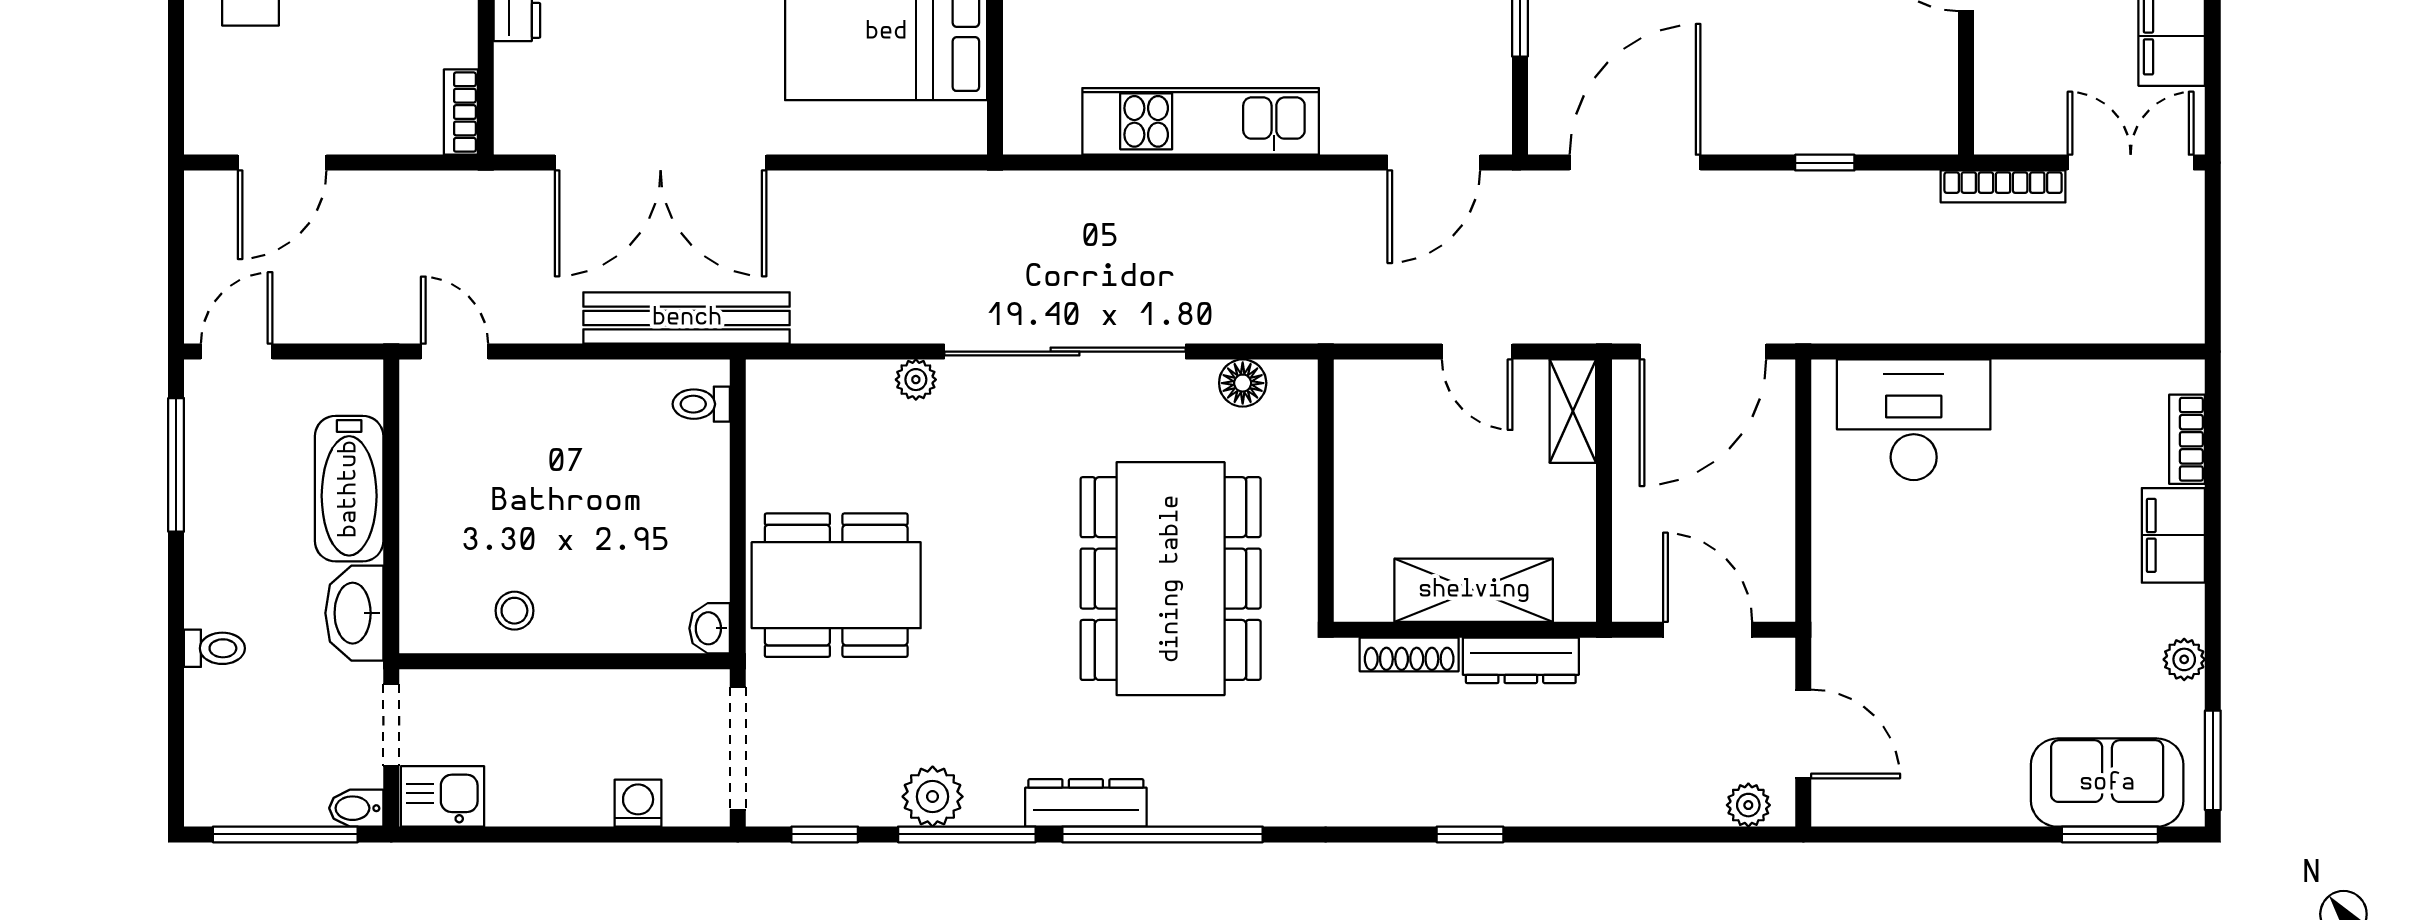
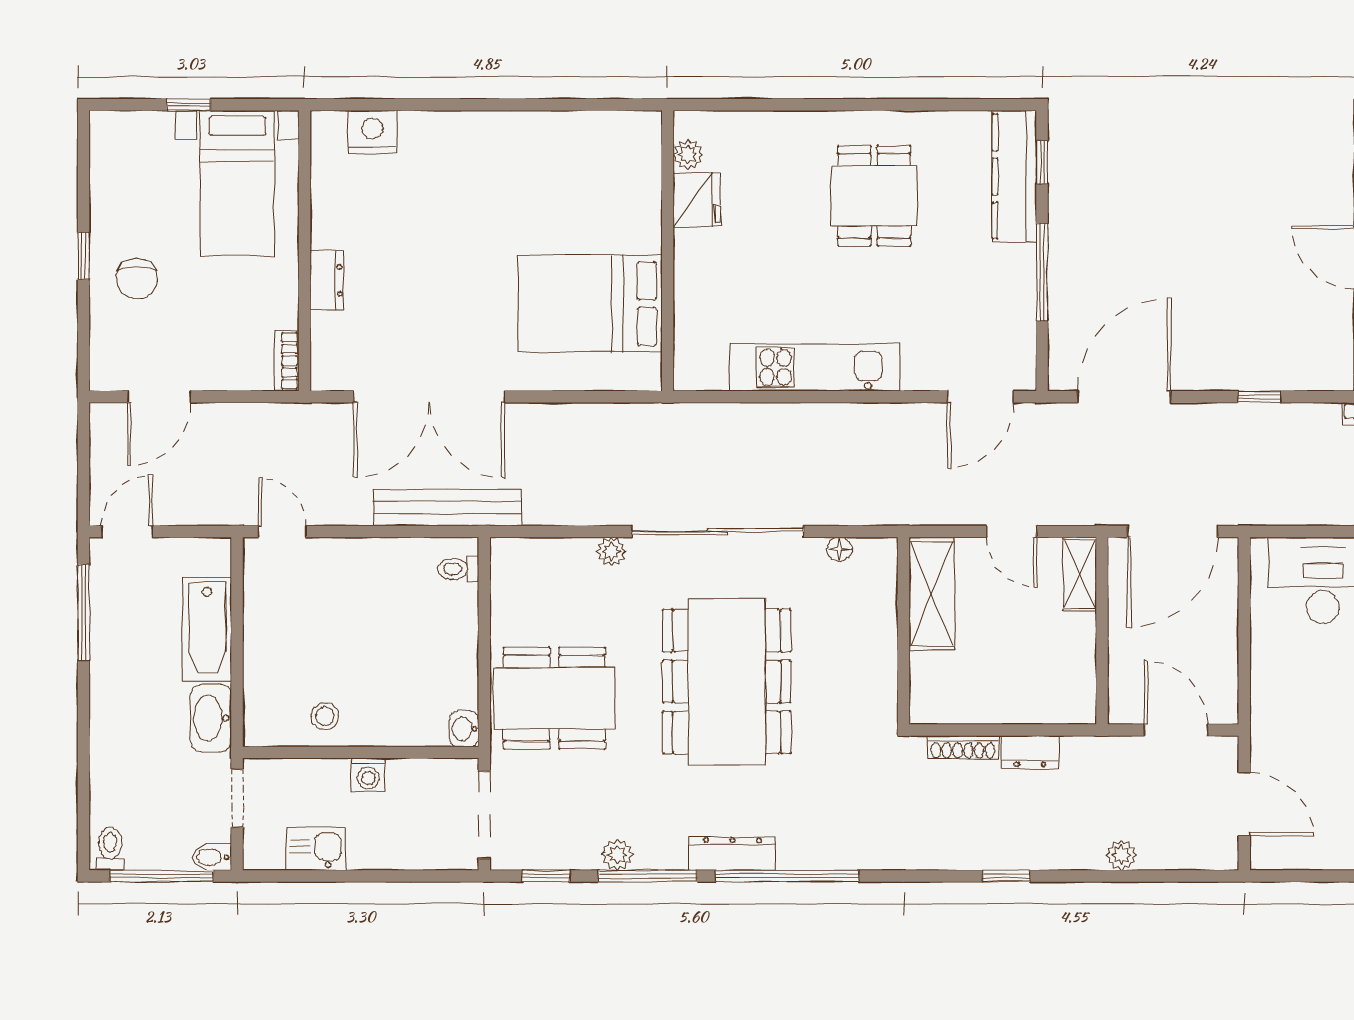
floor lamp: (1243, 383) -> (840, 549), width x0.73, depth x0.73
dining table: (1171, 579) -> (727, 682), moved
shelving: (1474, 590) -> (932, 594), moved, turned 90
toilet: (214, 648) -> (110, 849), moved, turned -90
dresser: (1521, 660) -> (1030, 752), width x0.70
kitchen sink: (443, 796) -> (316, 849), moved
plant: (933, 797) -> (617, 855), width x0.73, depth x0.73
washing machine: (638, 803) -> (368, 775), moved, turned 180
plant: (1748, 805) -> (1121, 855), moved

